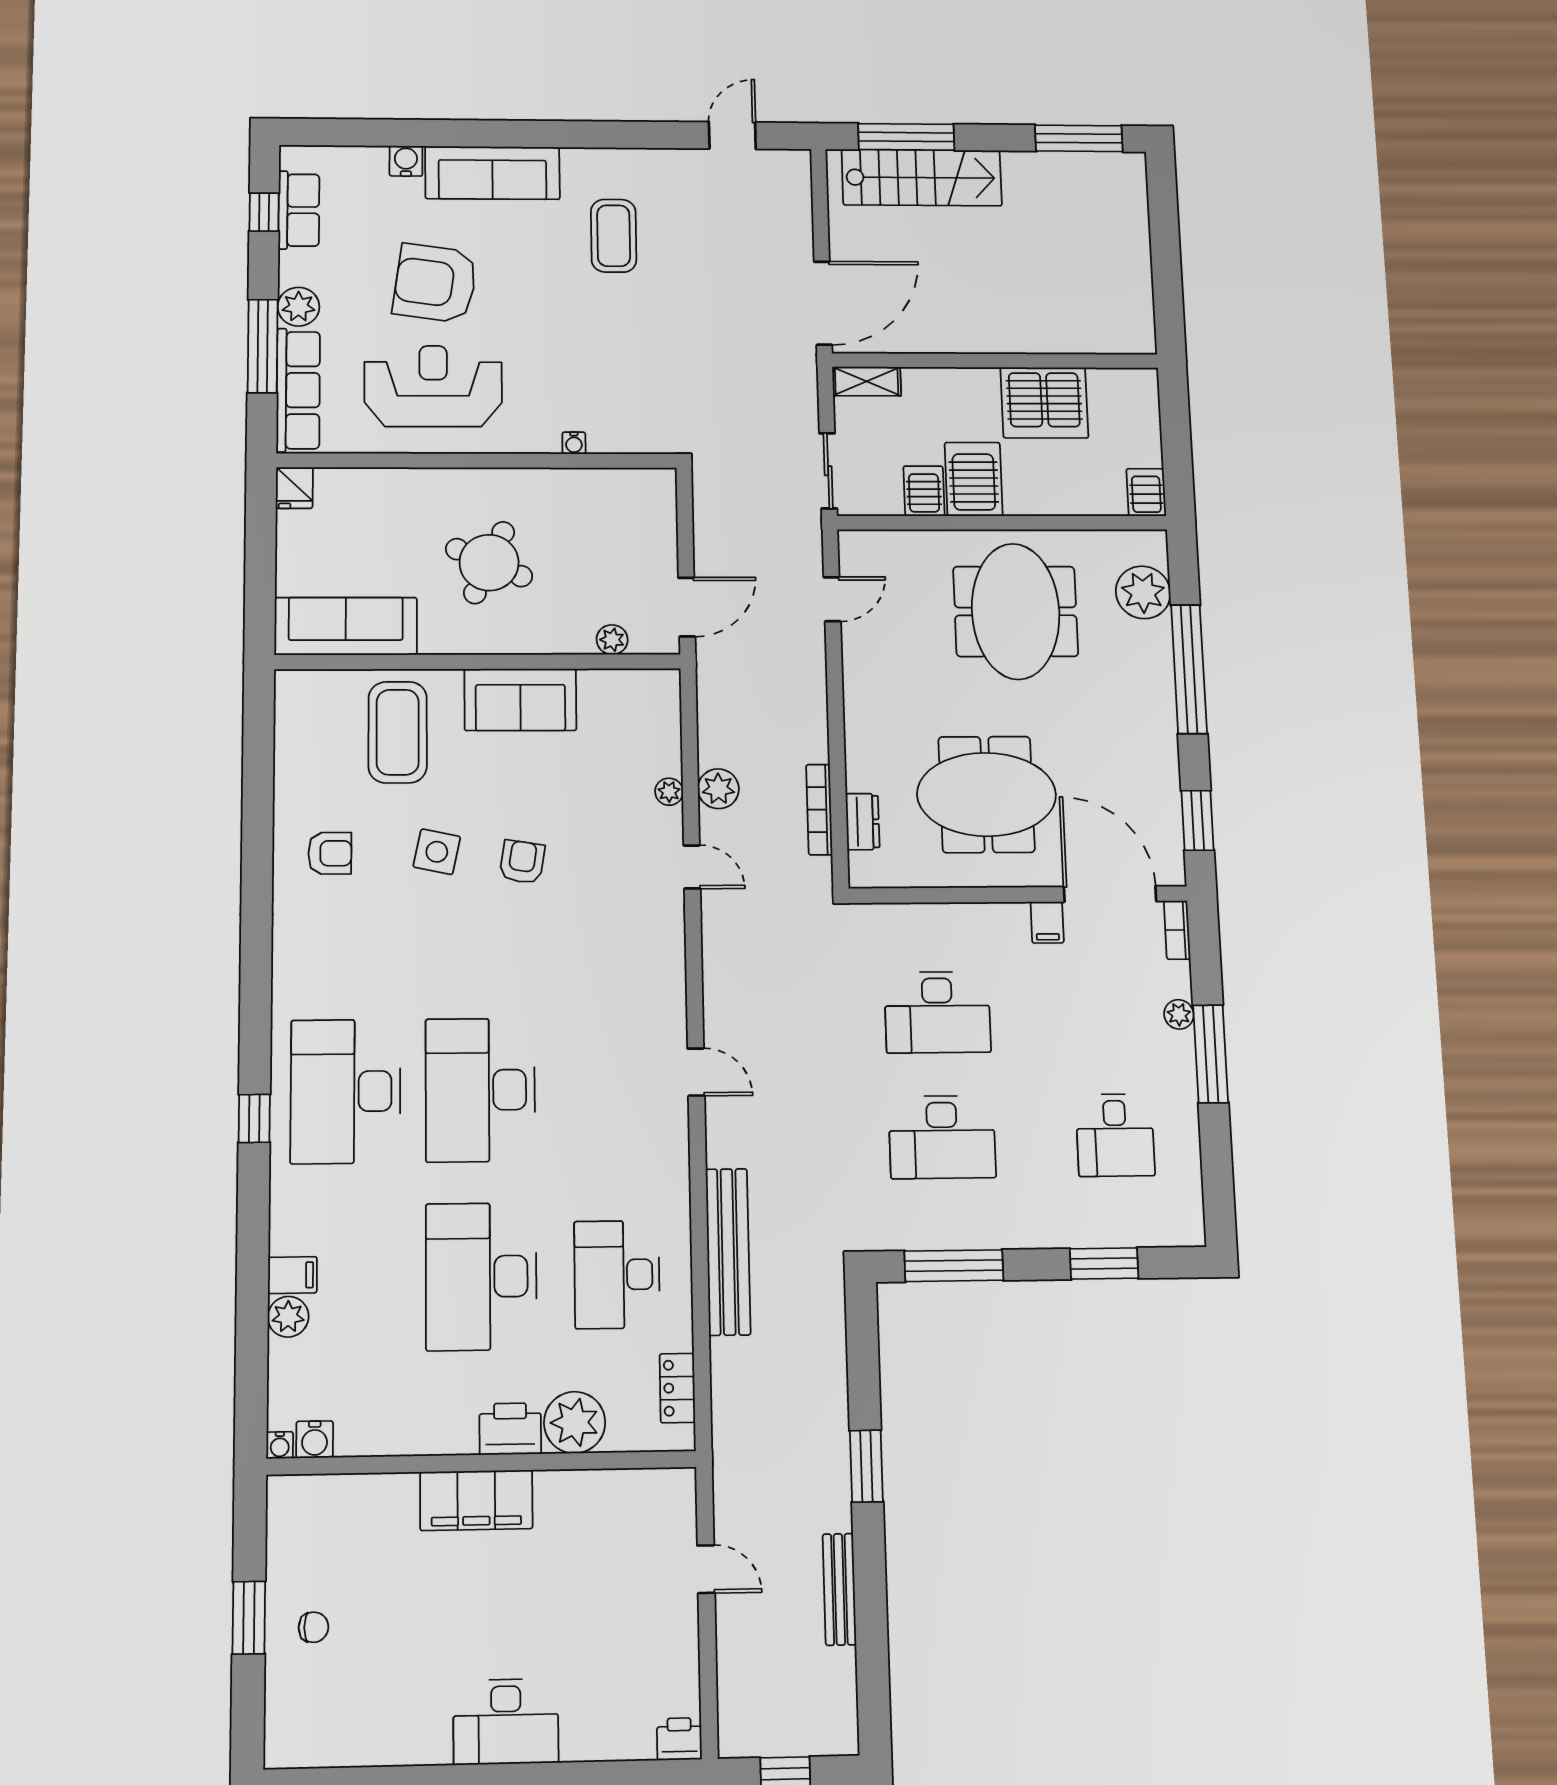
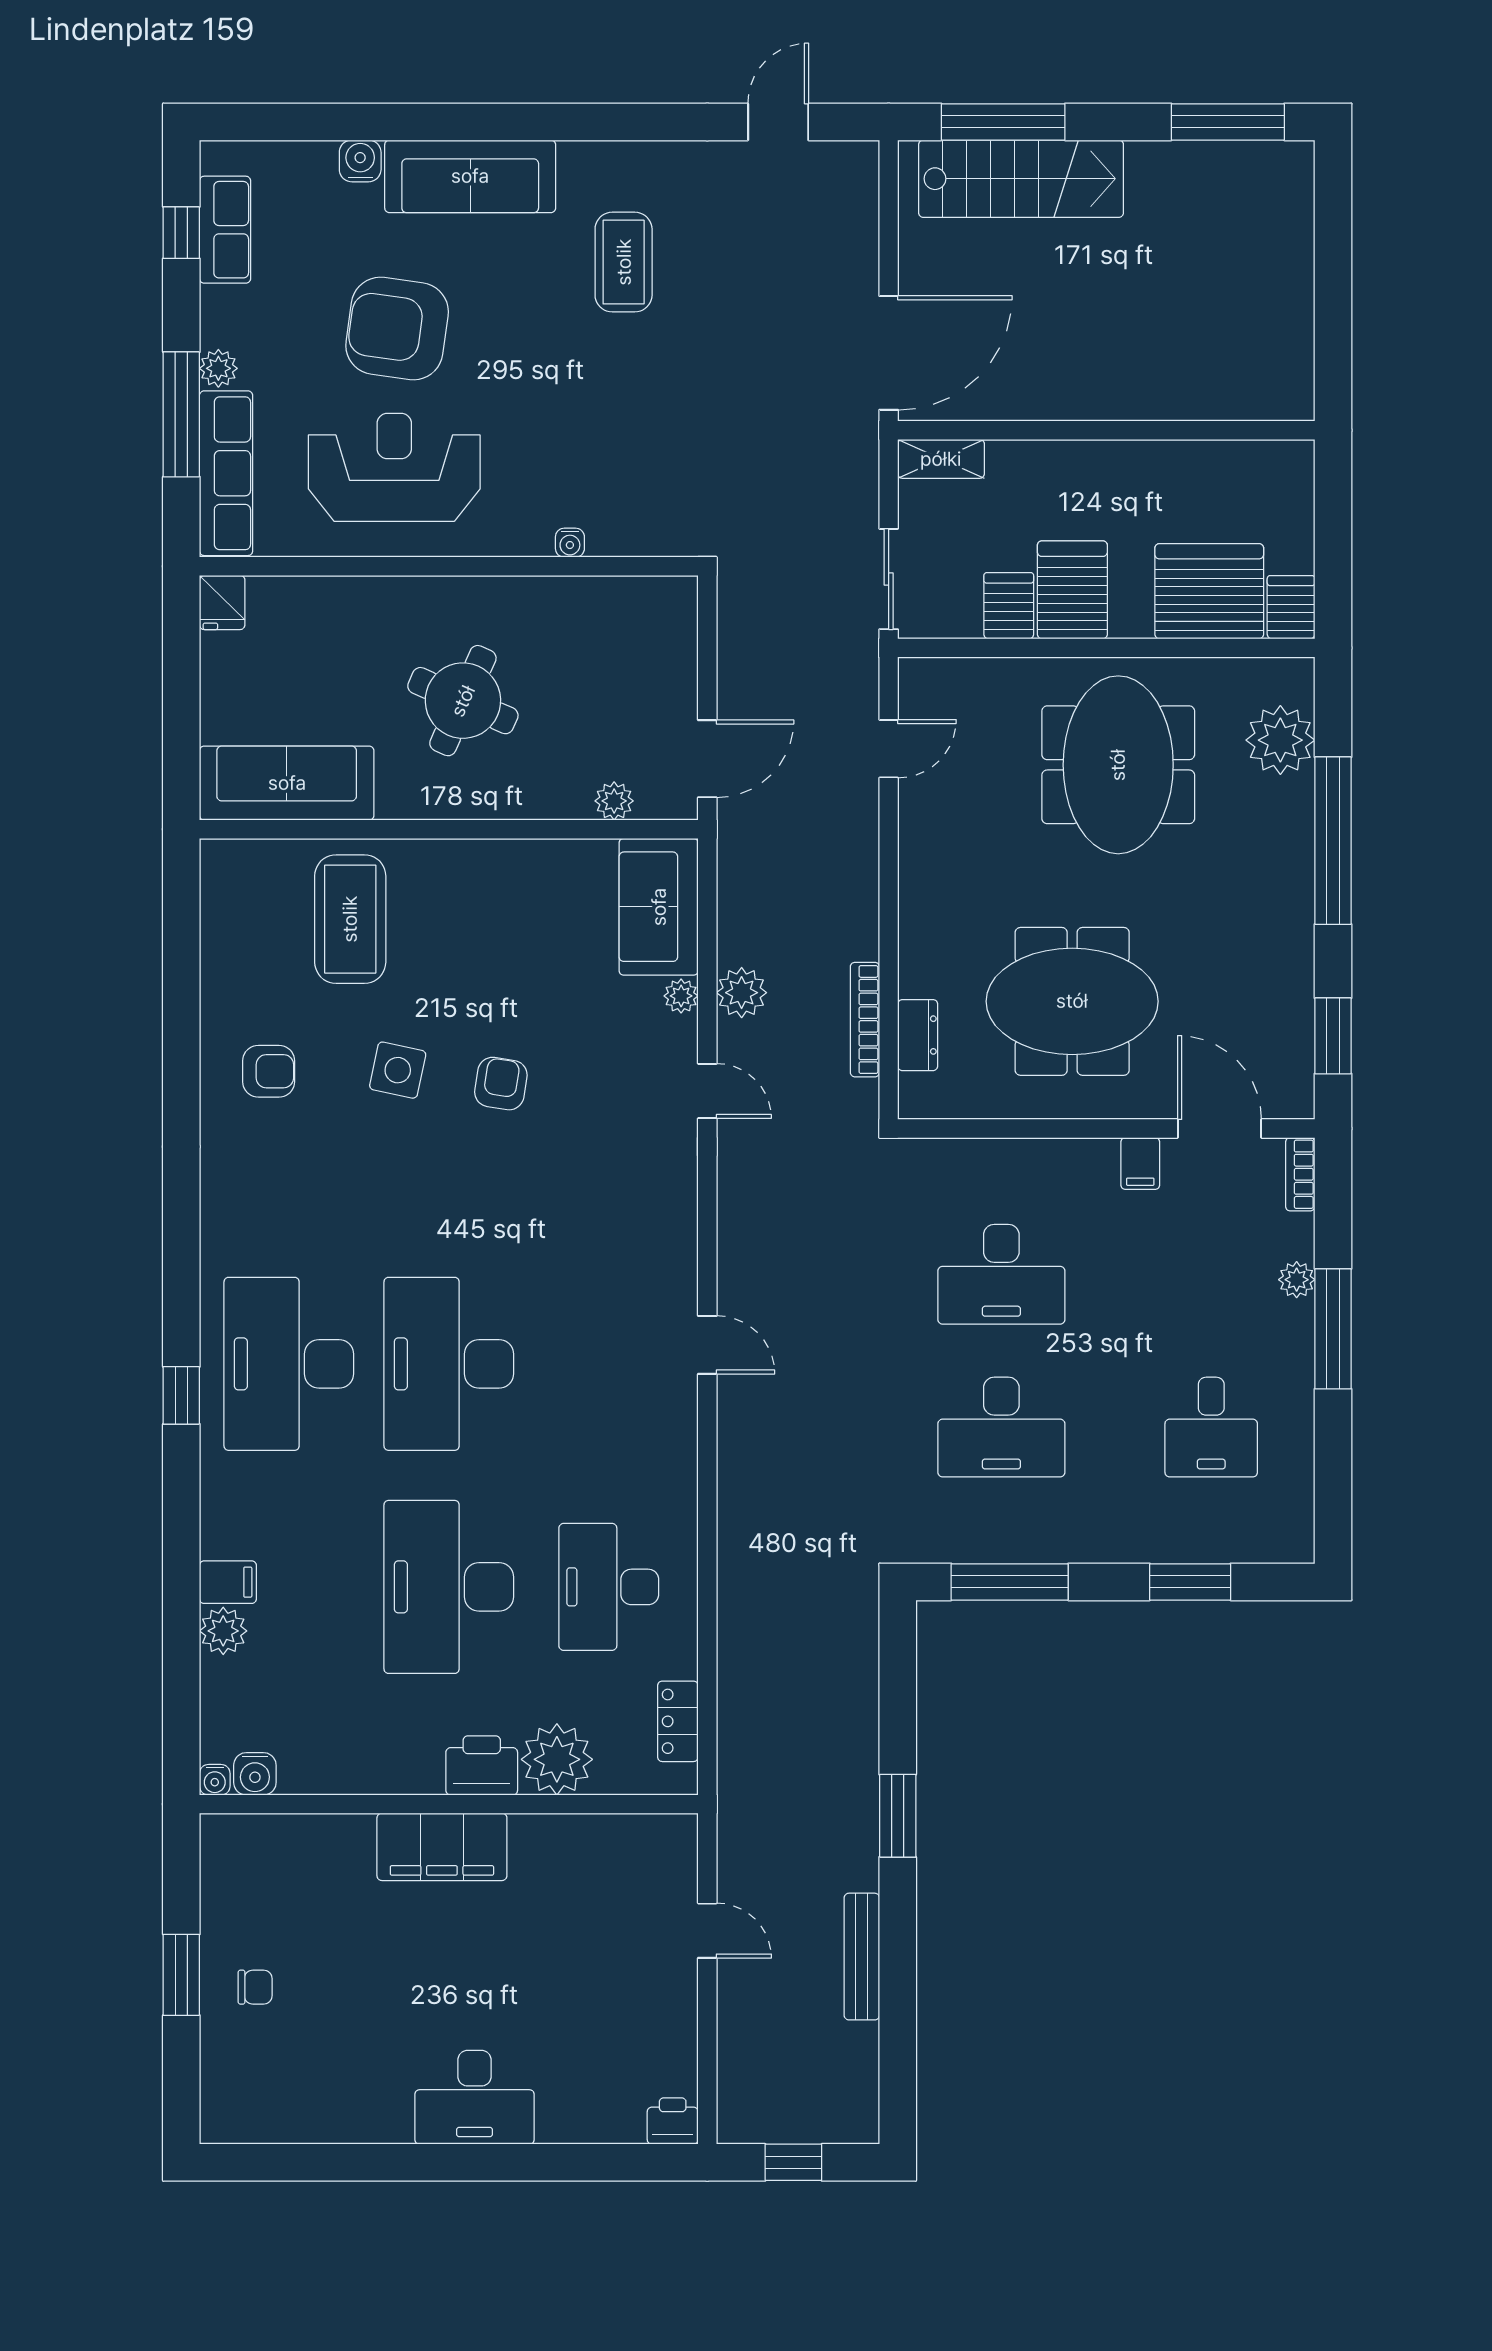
plant: (298, 307) -> (218, 368), width x0.73, depth x0.73
server rack: (1044, 403) -> (1209, 591), moved, turned 180
sofa: (520, 700) -> (659, 907), moved, turned 90
door: (1110, 894) -> (1220, 1129), width x0.73
bench: (728, 1252) -> (741, 1562), removed

